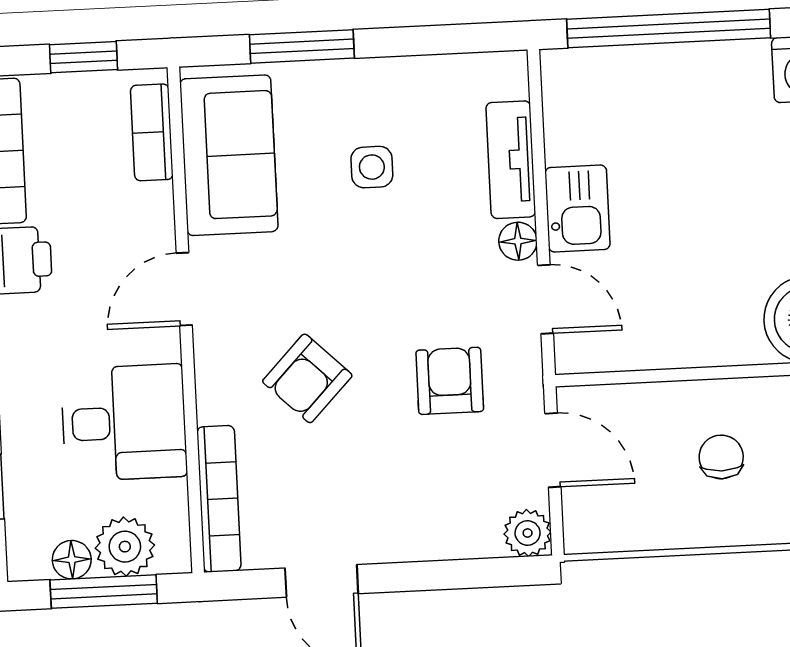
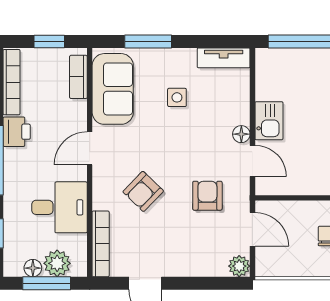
tv unit: (511, 160) -> (224, 58), moved, turned -90

